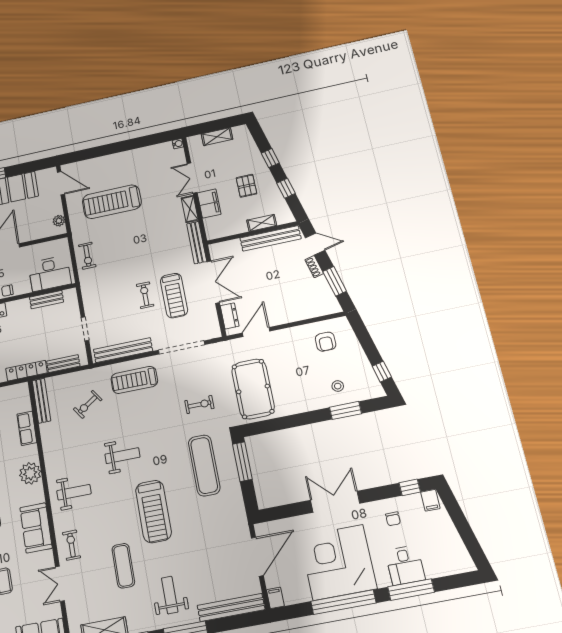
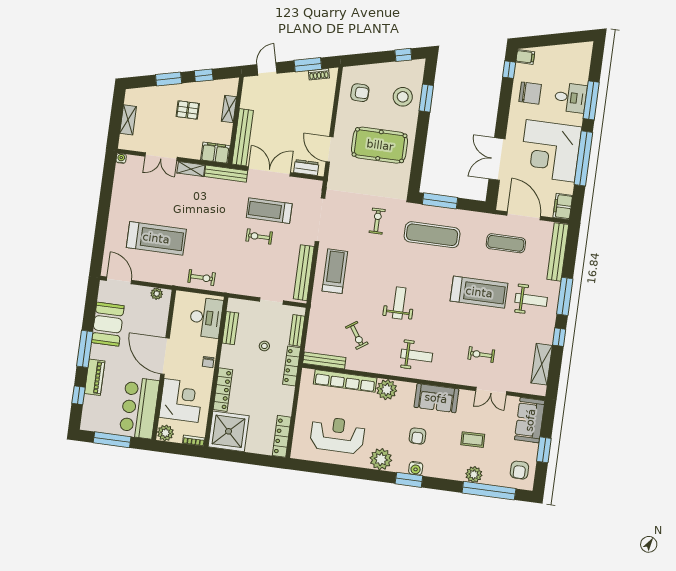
window: (270, 158) -> (169, 79), width x1.50
door: (61, 183) -> (119, 280), hinge flipped
treadmill: (112, 202) -> (156, 238), turned -90
filing cabinet: (209, 203) -> (215, 153), moved
bench: (270, 238) -> (243, 137), moved
shoe rack: (314, 267) -> (319, 74), moved
treadmill: (174, 296) -> (269, 211), turned 180
stool: (39, 338) -> (264, 346), added
treadmill: (134, 380) -> (335, 271), turned 180
stool: (338, 386) -> (403, 97), width x1.89, depth x1.89
pool table: (253, 389) -> (380, 145), moved
exercise bike: (88, 404) -> (357, 335), moved
row of seats: (27, 428) -> (345, 381), width x2.02
weight bench: (74, 492) -> (417, 355), turned 90
double door: (335, 502) -> (497, 159), moved
treadmill: (153, 511) -> (479, 292), moved
chair: (393, 519) -> (530, 93), width x1.87, depth x1.87
exercise bike: (72, 545) -> (481, 355), moved
exercise mat: (123, 566) -> (506, 243), moved
weight bench: (170, 595) -> (531, 300), turned 180
filing cabinet: (275, 598) -> (563, 207), width x2.00

